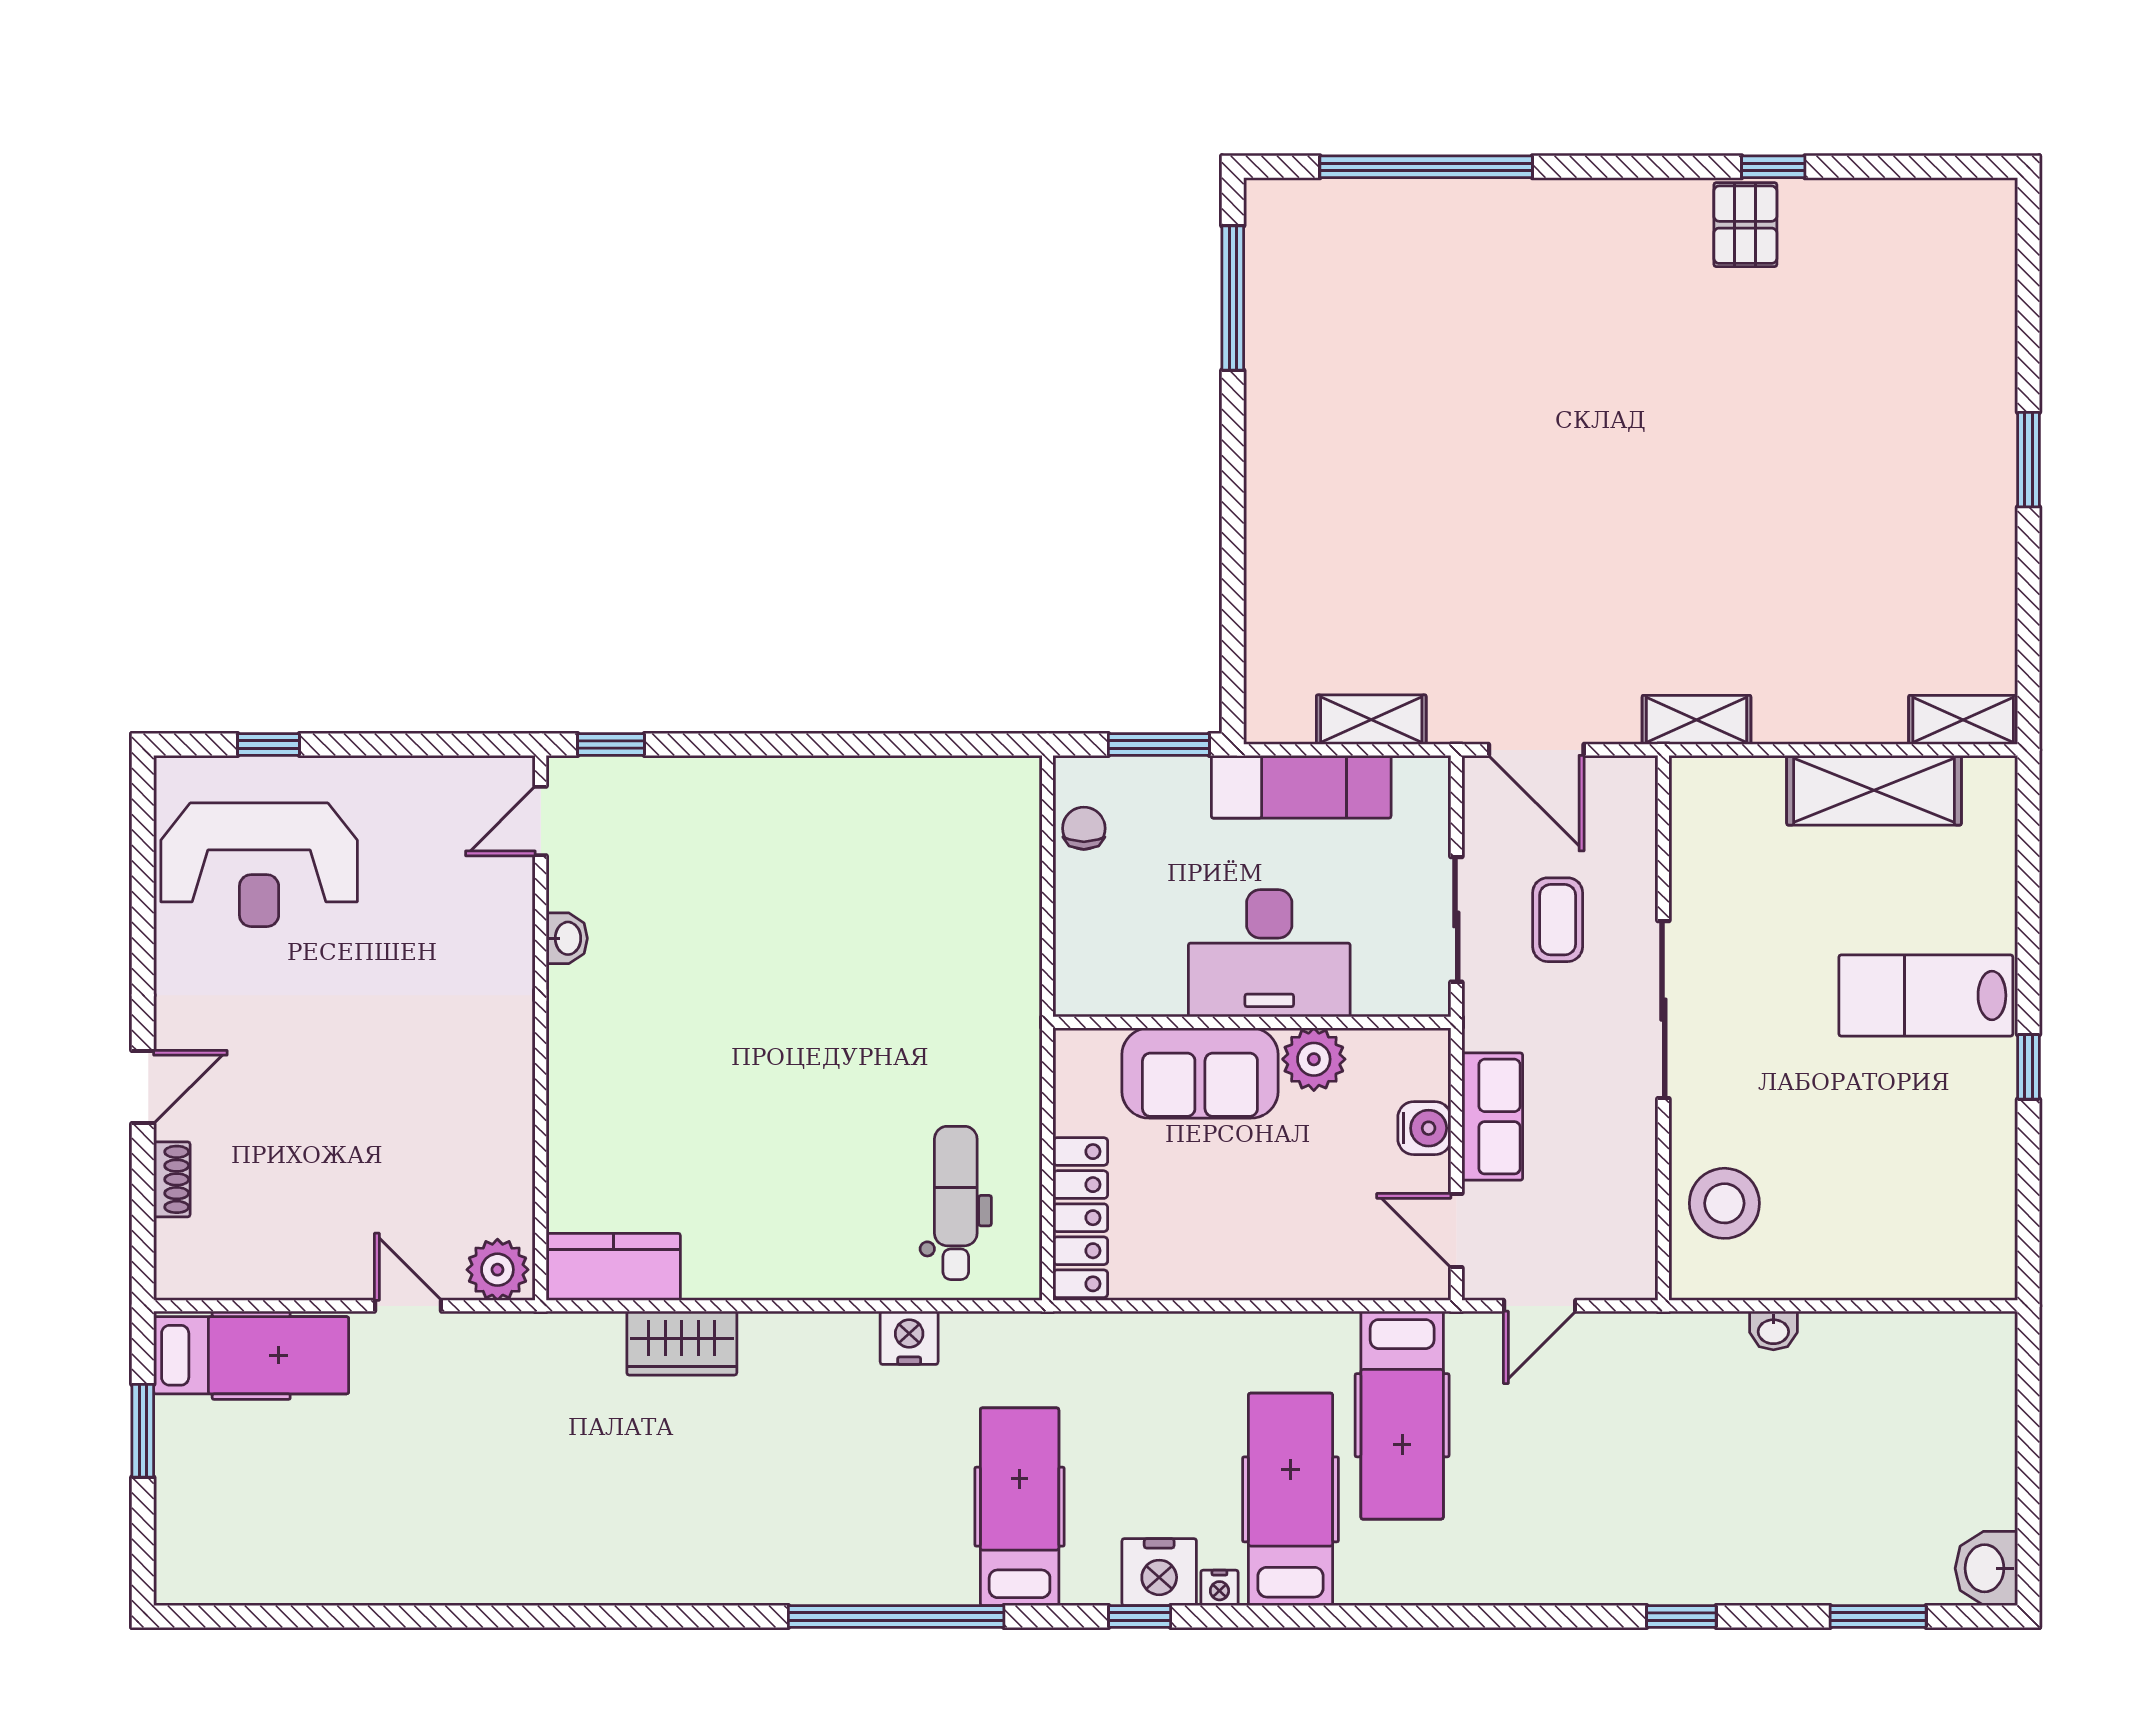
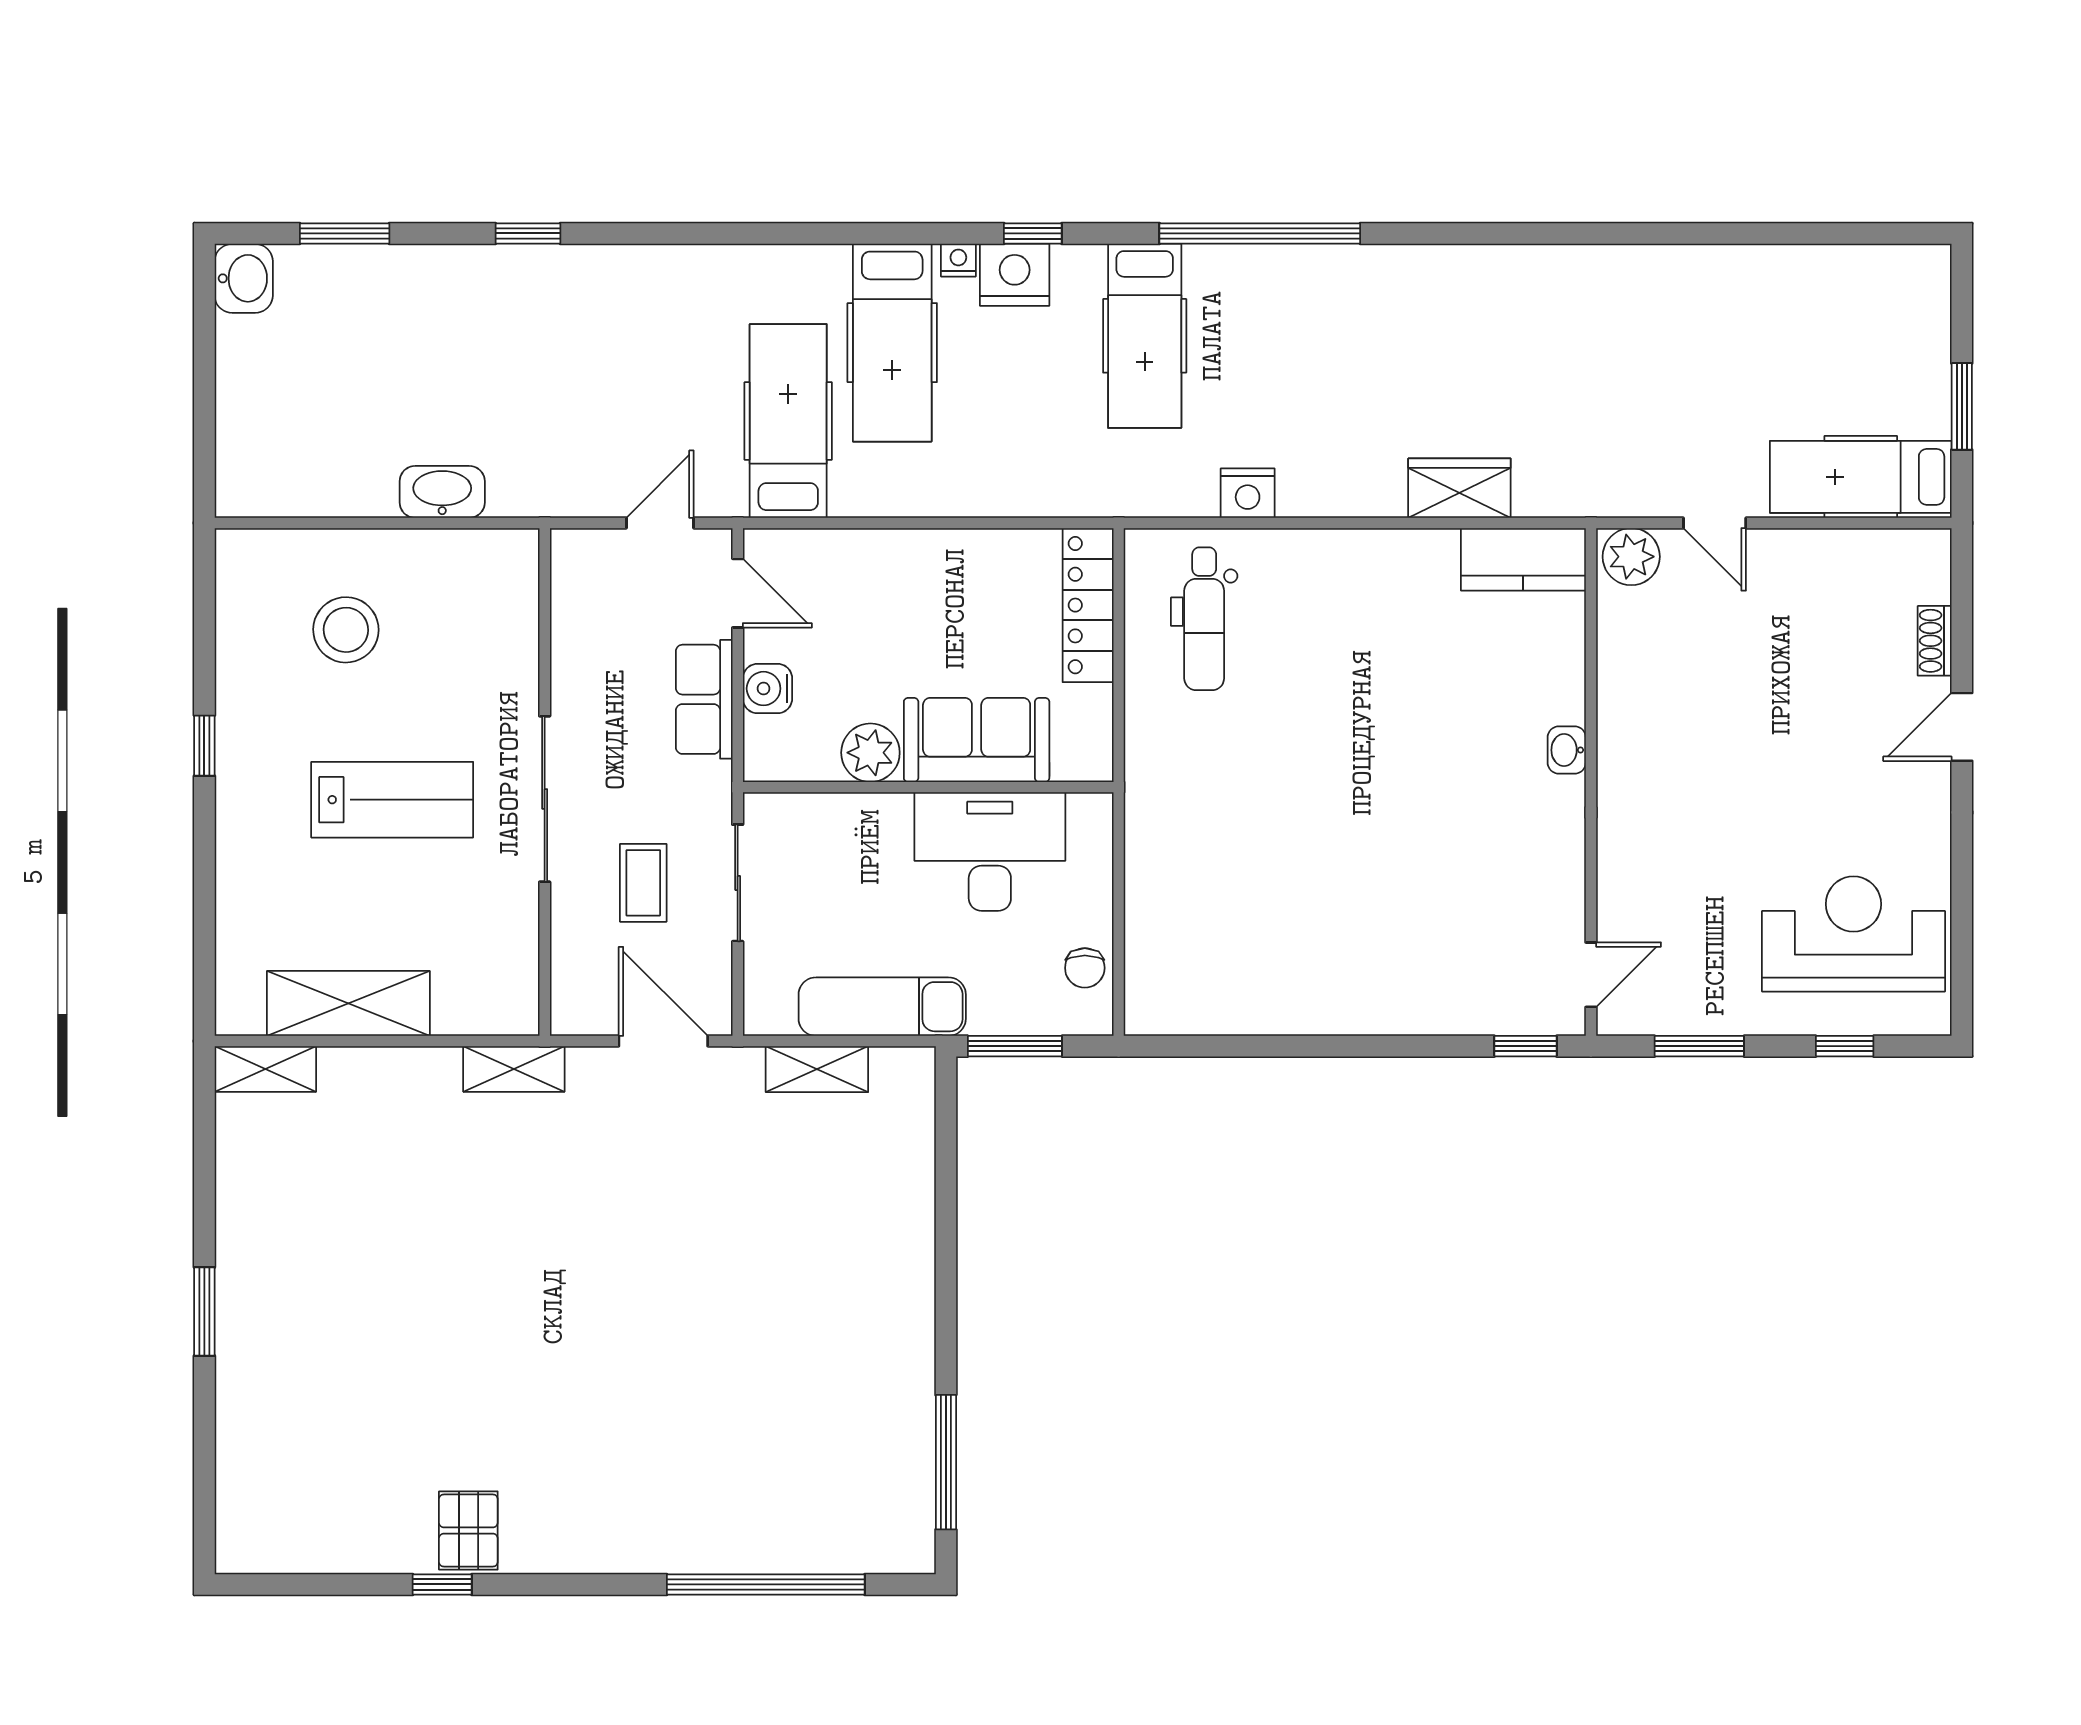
window: (424, 744) -> (1699, 1046), added
washbasin: (567, 938) -> (1567, 750), moved
desk: (1269, 953) -> (990, 851), moved
lab bench: (1926, 995) -> (392, 800), moved
stool: (1724, 1203) -> (346, 630), moved
washbasin: (1773, 1331) -> (442, 492), width x1.91, depth x1.45

